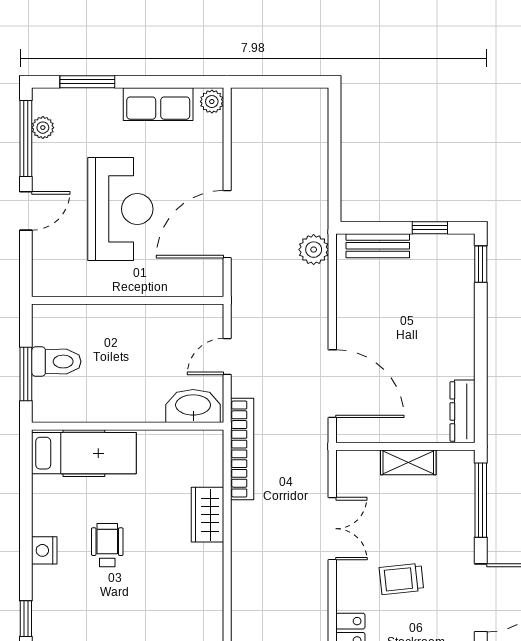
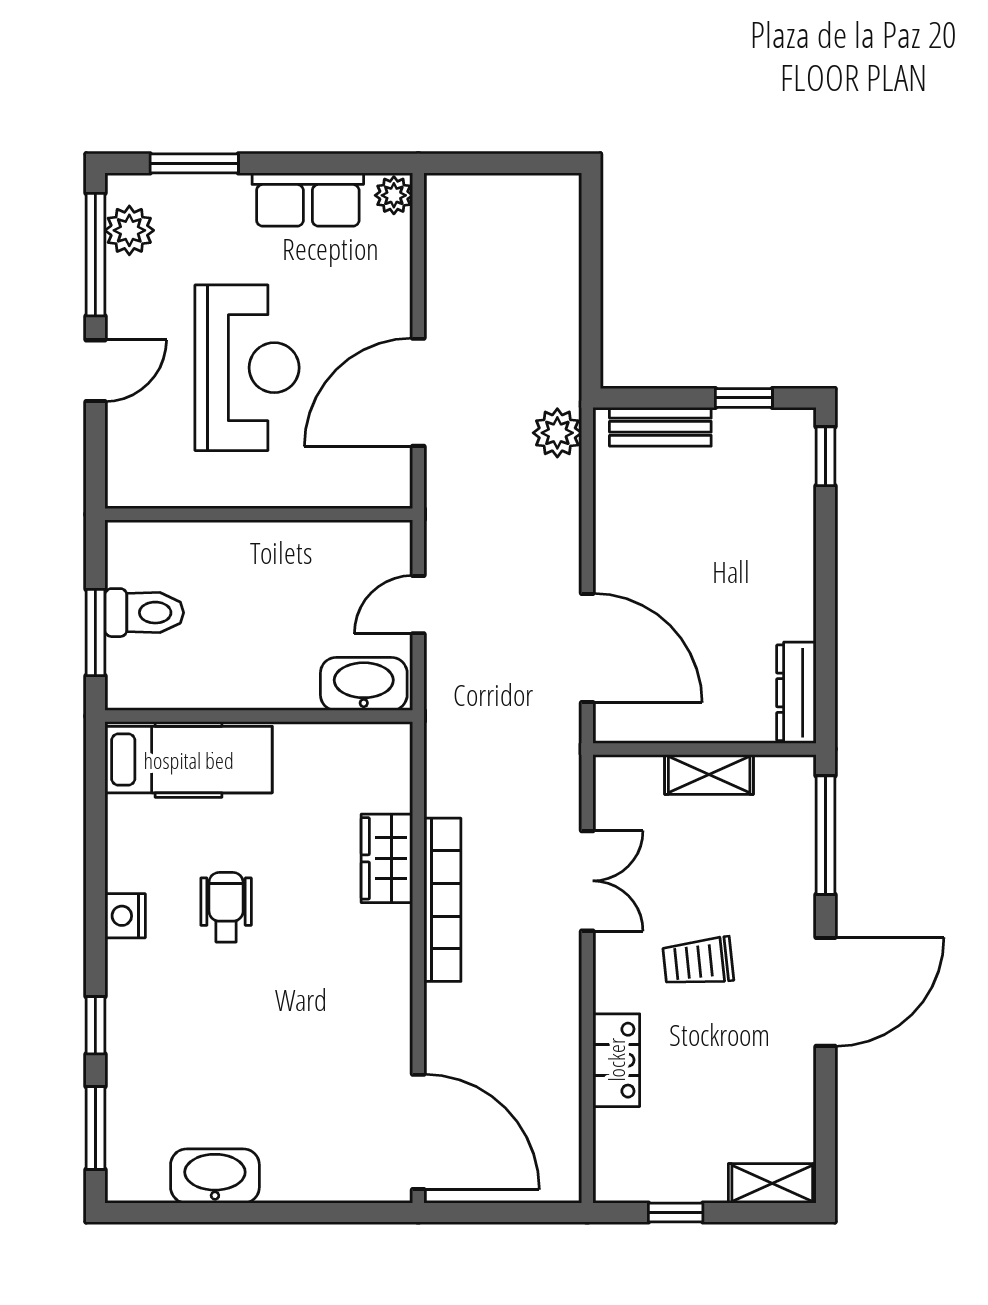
plant: (43, 128) -> (129, 230), width x1.38, depth x1.38
bookcase: (242, 449) -> (442, 900), moved

